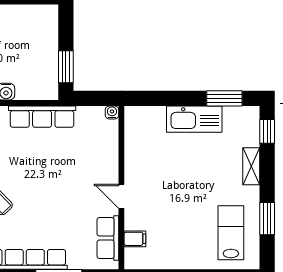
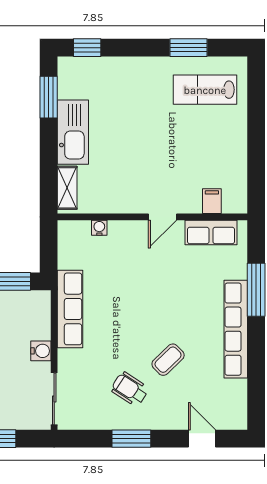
water cooler: (112, 112) -> (99, 228), moved, turned 90
shelving: (251, 166) -> (67, 188), moved, turned 90

